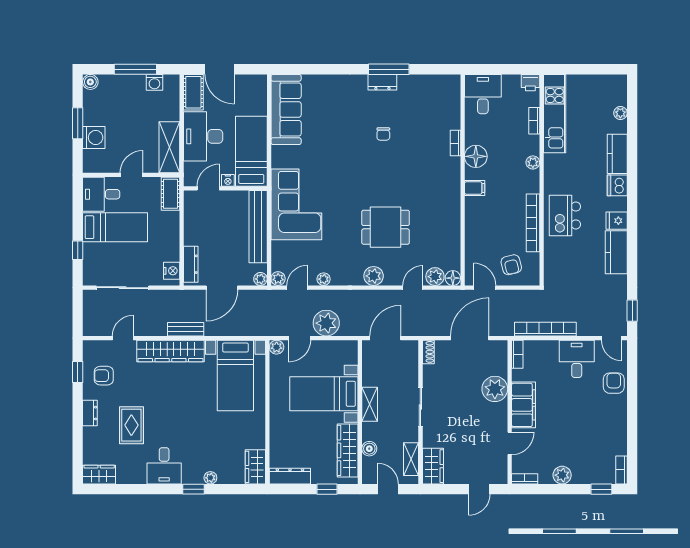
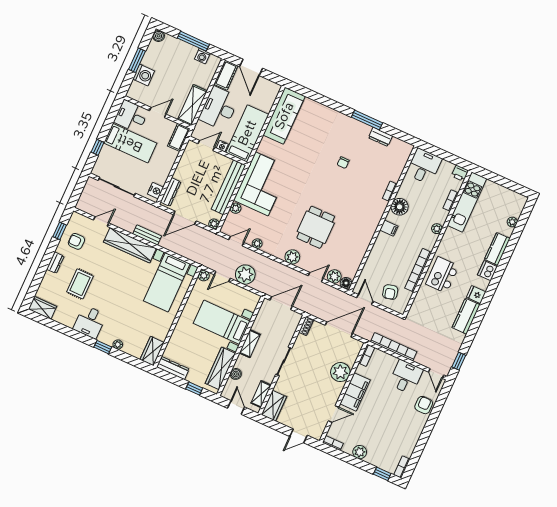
dresser: (382, 82) -> (380, 137), moved
dining table: (386, 227) -> (316, 227), turned 90
plant: (278, 279) -> (236, 208), moved

